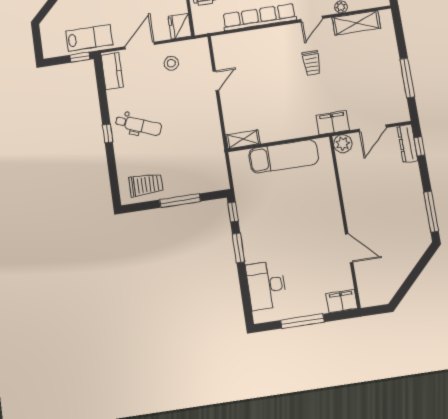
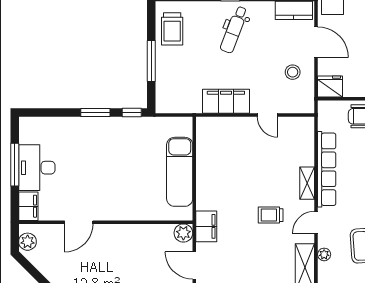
door: (312, 19) -> (316, 222), hinge flipped
filing cabinet: (208, 122) -> (226, 101), added
shelving: (243, 139) -> (307, 183), moved
desk: (266, 285) -> (37, 168), moved, turned -90
plant: (377, 297) -> (28, 242), added

